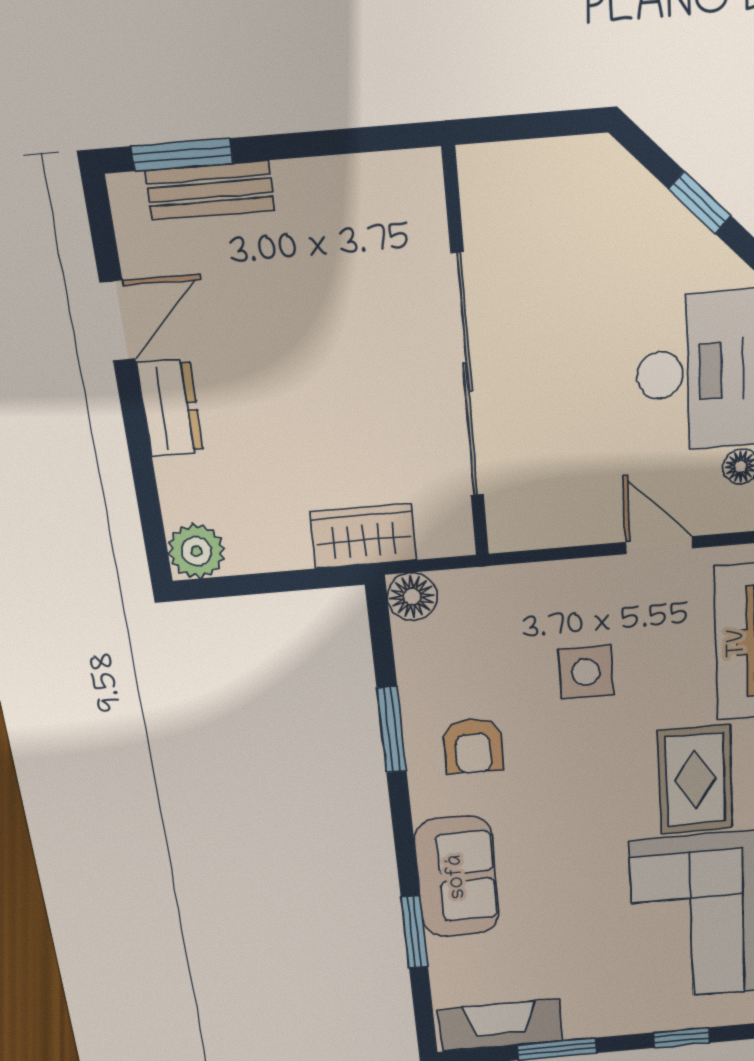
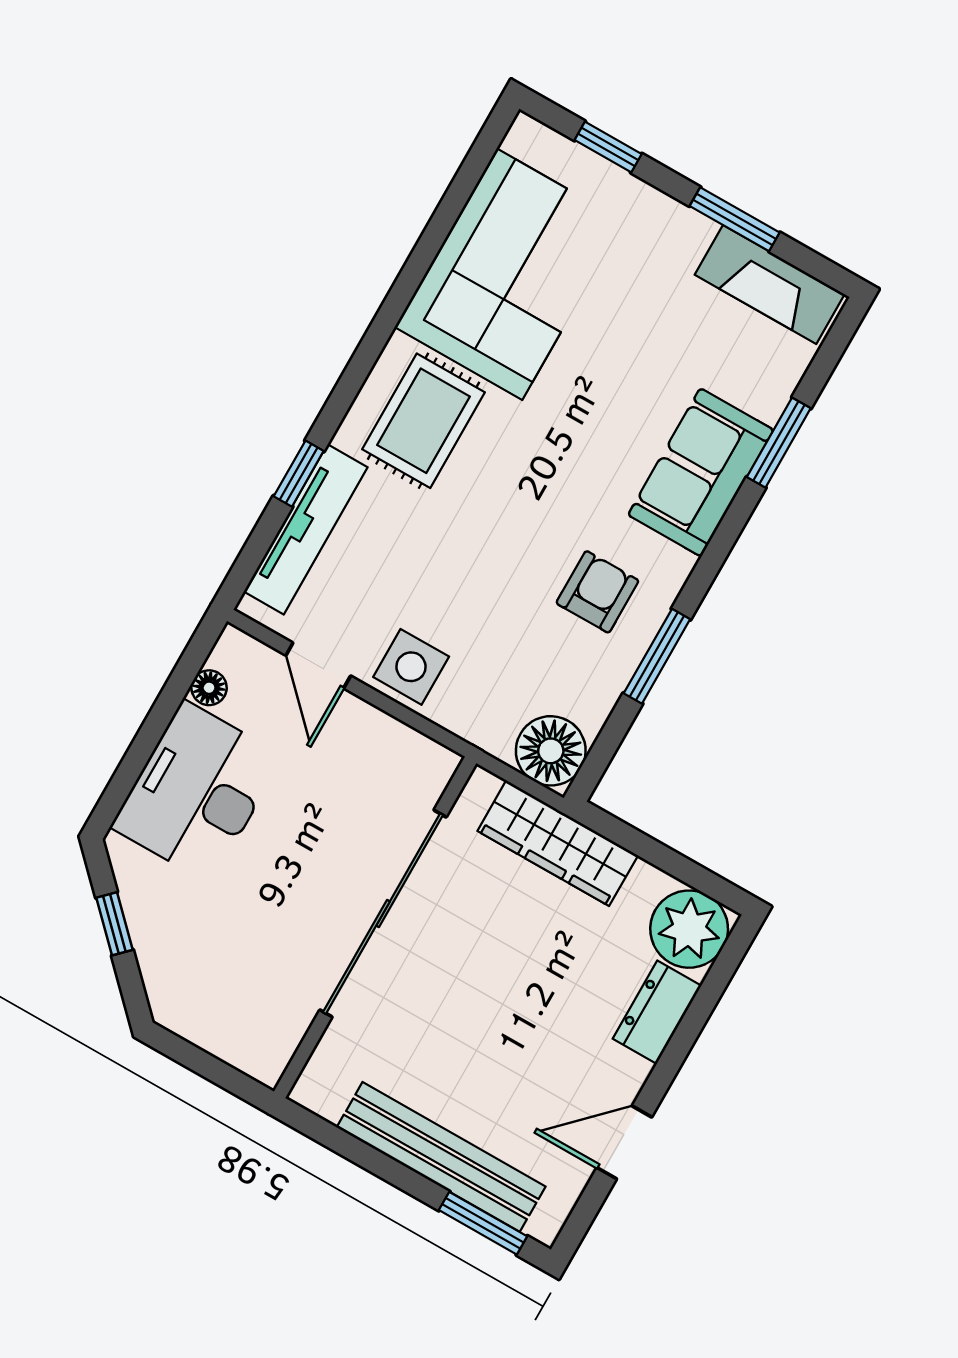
bench: (210, 190) -> (441, 1157), width x1.86, depth x1.21
dresser: (170, 408) -> (657, 1012), moved
wardrobe: (363, 536) -> (558, 843), width x1.50
plant: (196, 551) -> (689, 929), width x1.36, depth x1.36
floor lamp: (412, 597) -> (551, 751), width x1.38, depth x1.38
side table: (586, 672) -> (411, 667), moved

